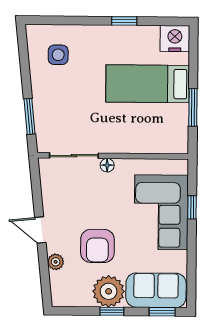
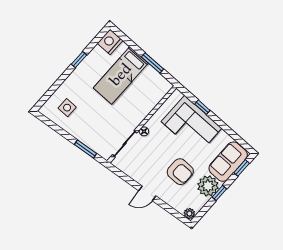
plant: (56, 262) -> (189, 214), moved

